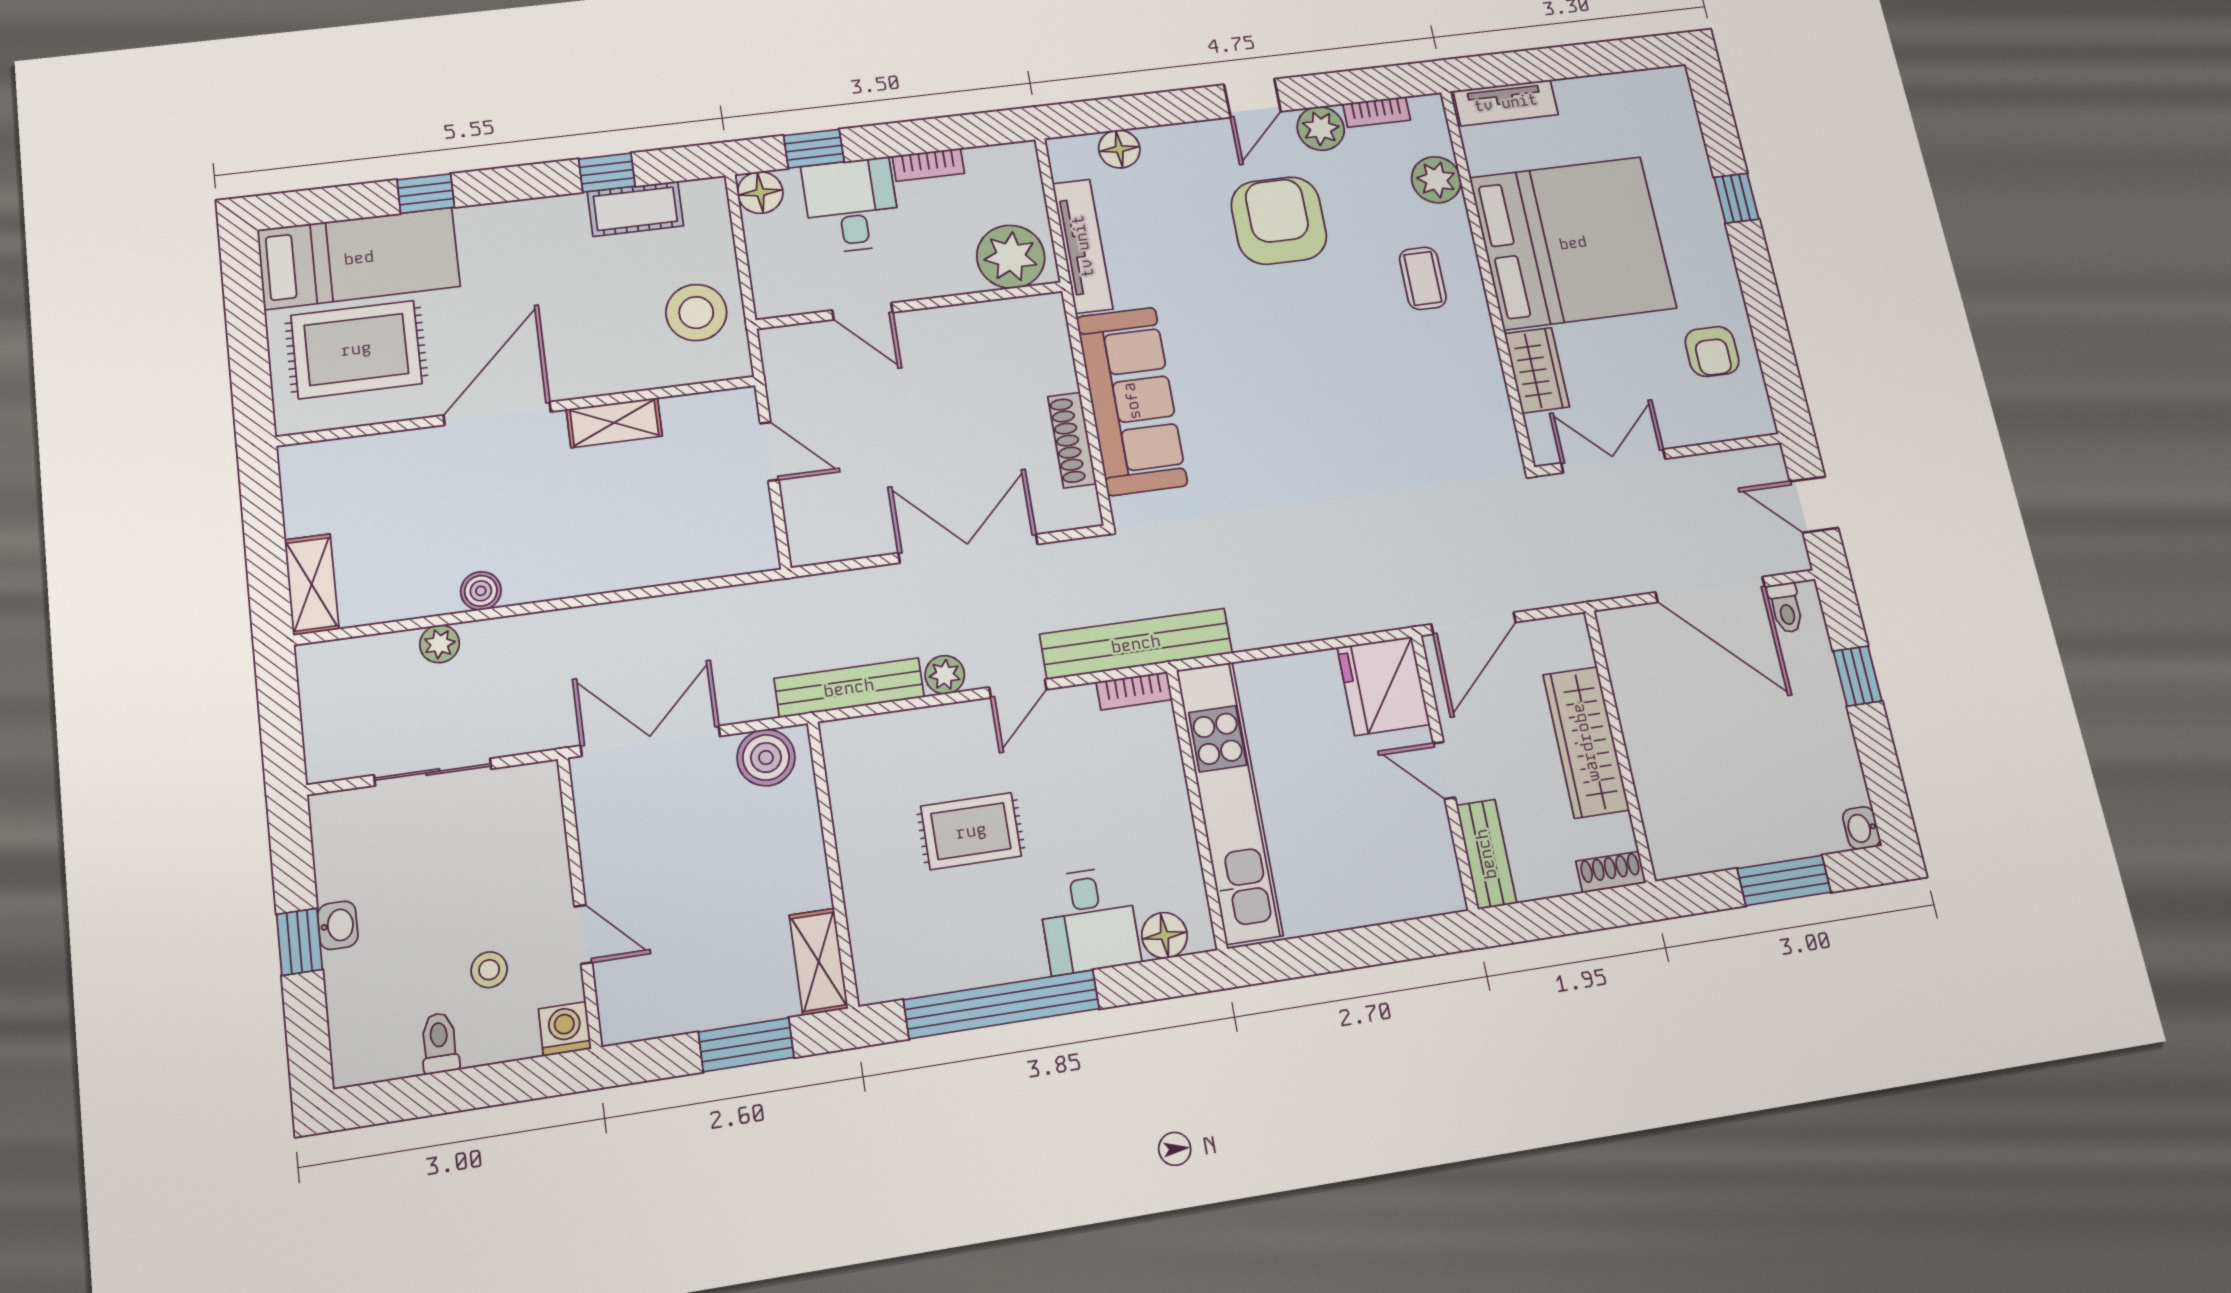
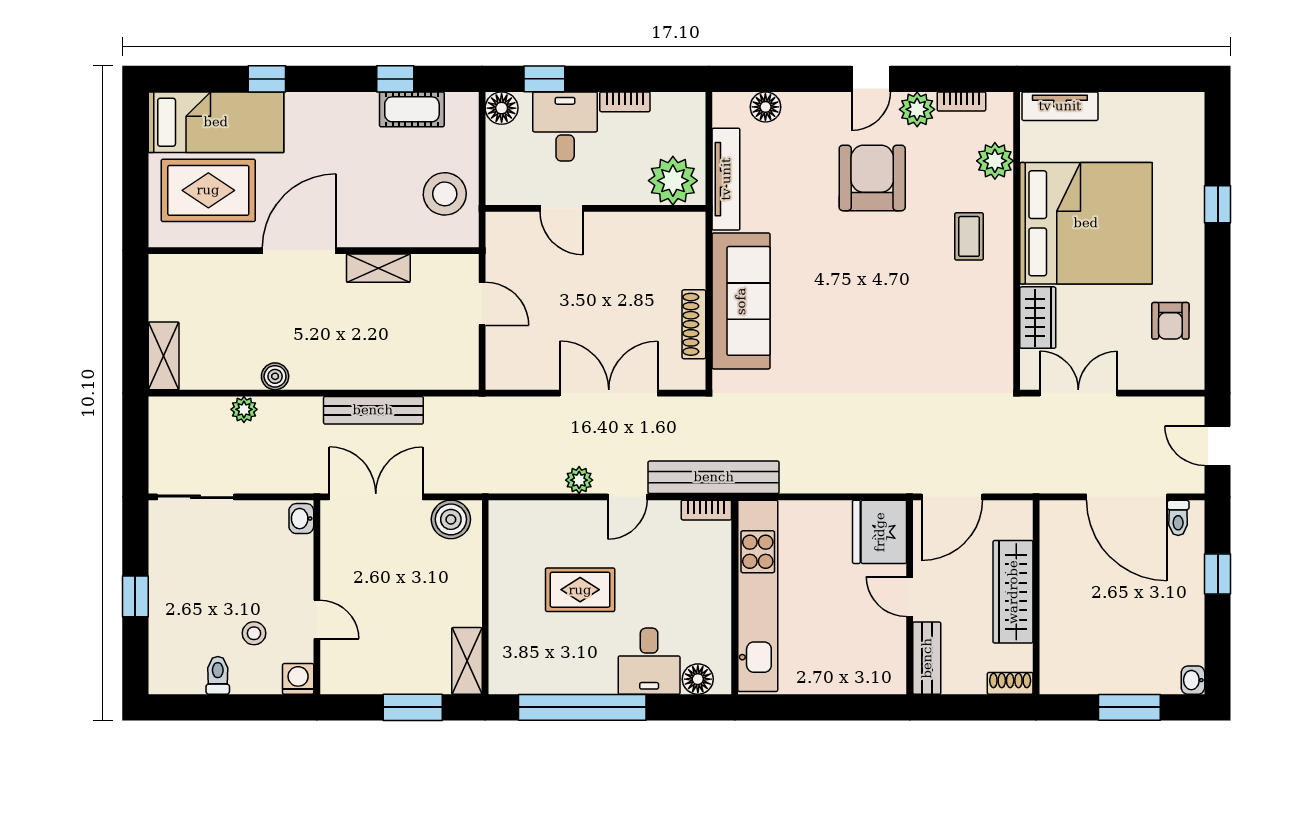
bench: (849, 688) -> (373, 410), moved
sliding door: (433, 772) -> (196, 497), moved
washbasin: (338, 925) -> (301, 519), moved, turned 180

